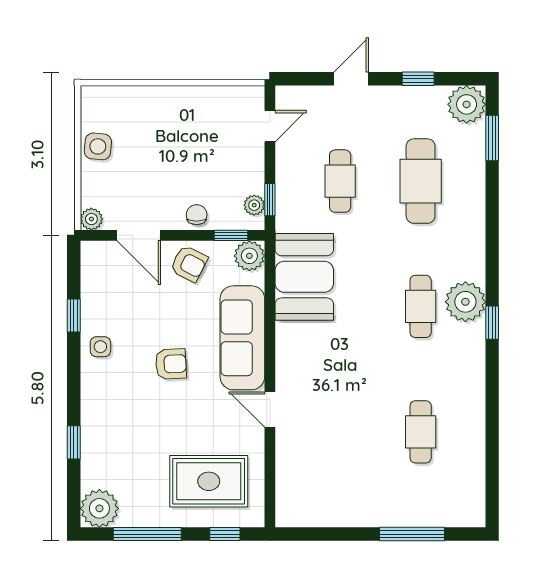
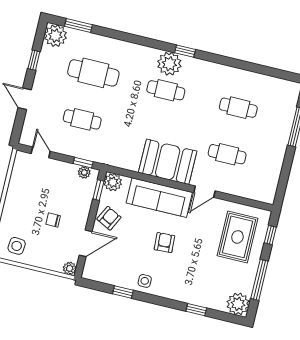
side table: (98, 146) -> (17, 246), moved
chair: (197, 215) -> (53, 220), moved
booth: (304, 277) -> (168, 162), moved
cafe table: (340, 432) -> (227, 154), added

